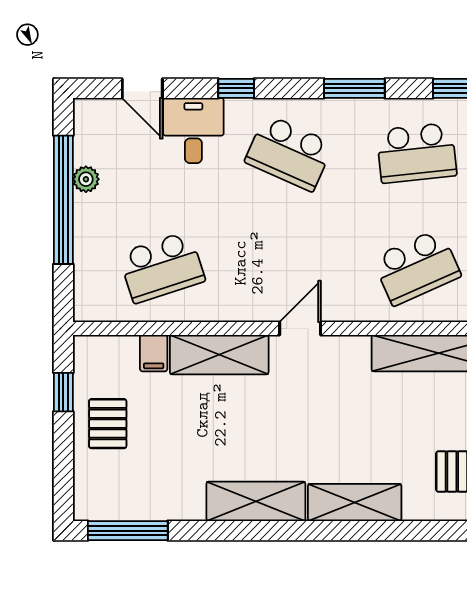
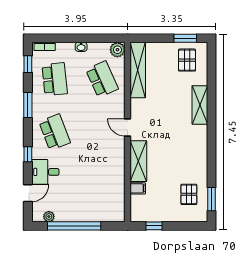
school desk: (289, 153) -> (55, 132), turned -45
plant: (86, 179) -> (49, 217), moved
school desk: (162, 267) -> (102, 185), removed
pallet: (108, 424) -> (189, 194), moved, turned 90
shelving: (256, 501) -> (199, 146), removed
window: (128, 531) -> (212, 199), width x0.69

